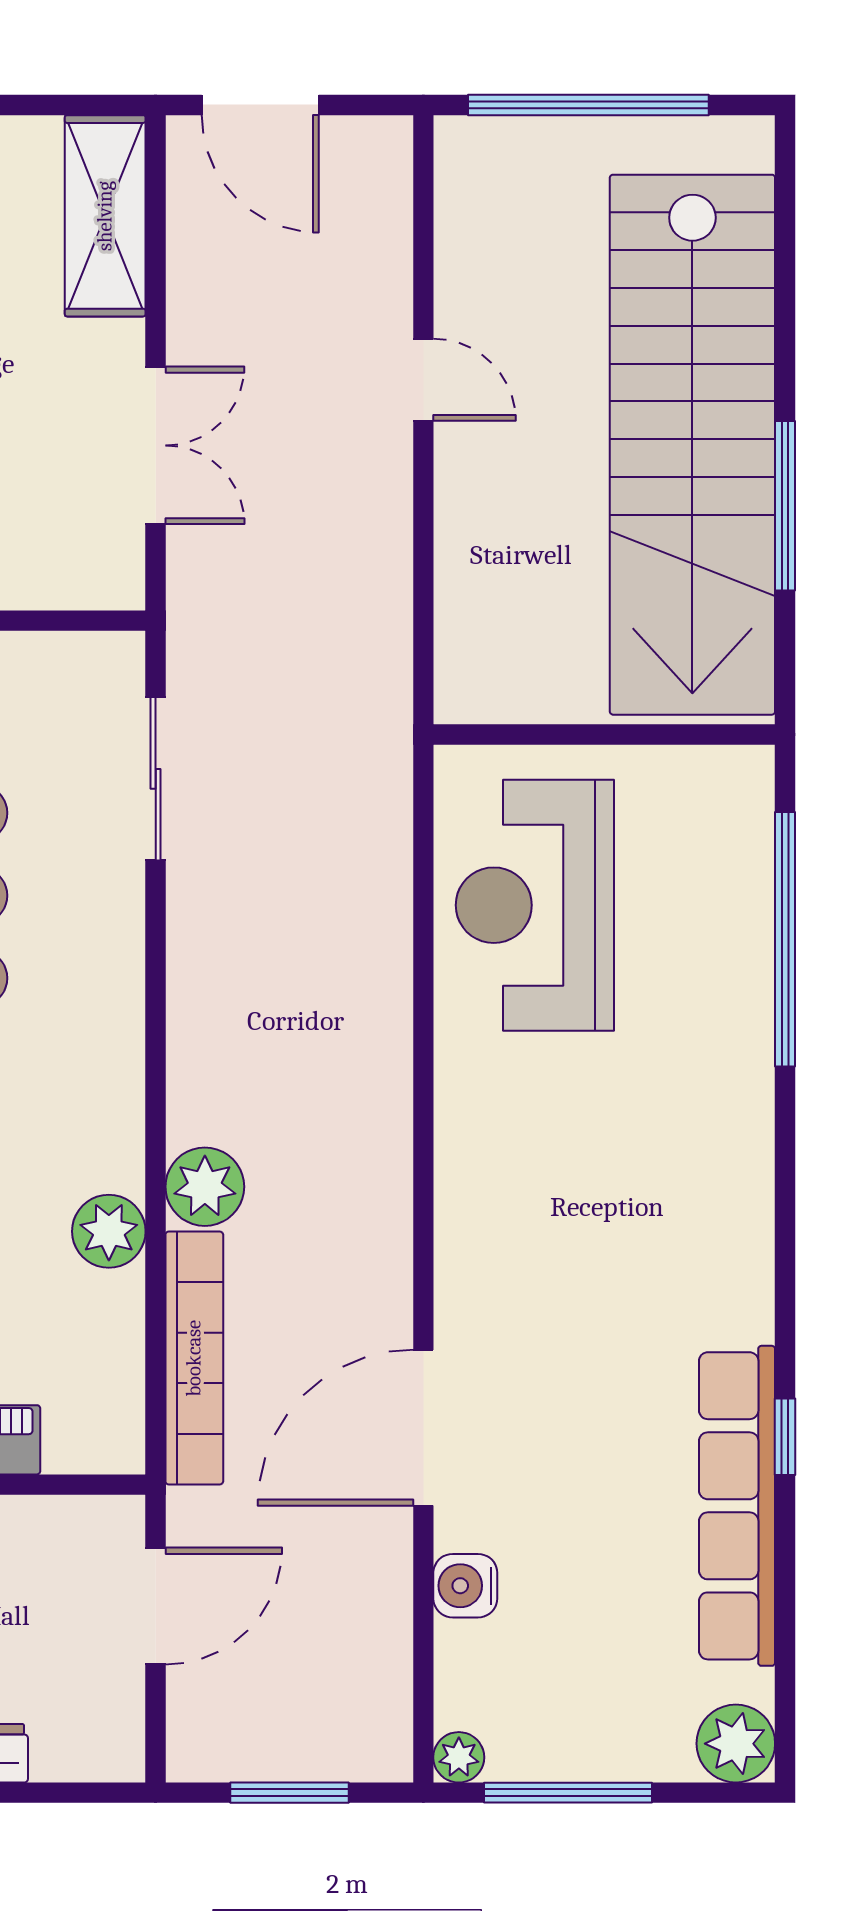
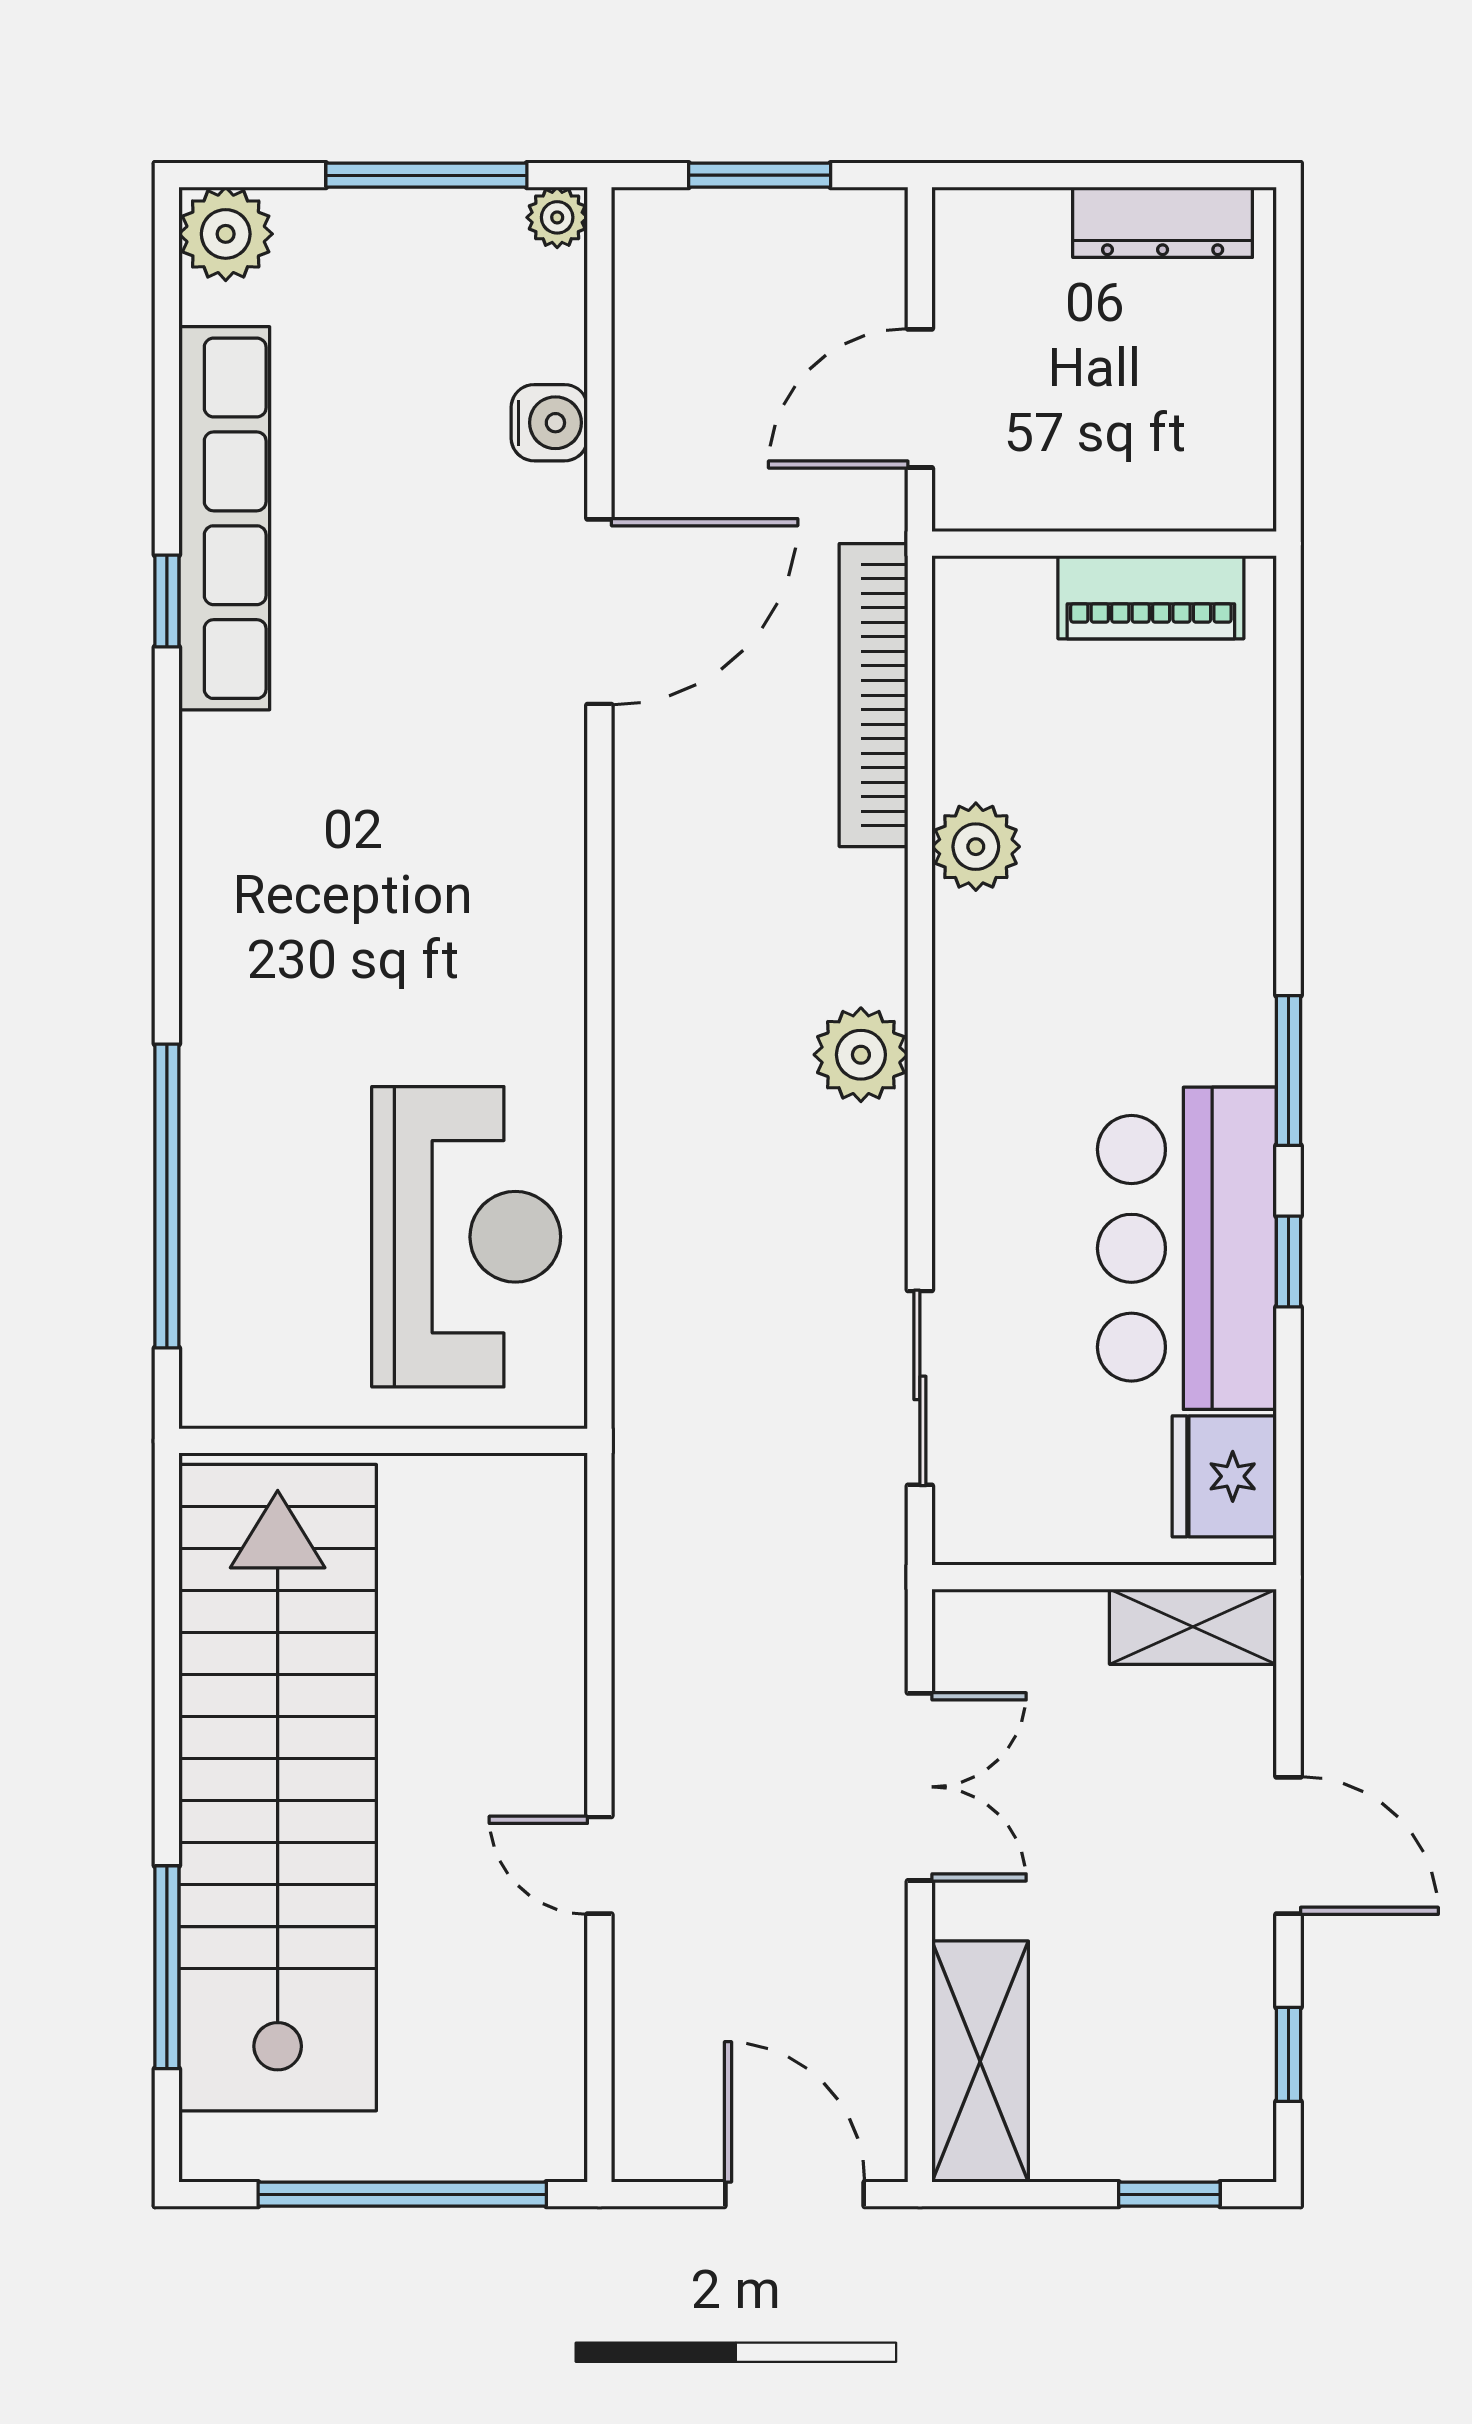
double door: (156, 445) -> (920, 1787), swing flipped
window: (785, 506) -> (167, 1967), moved
plant: (205, 1187) -> (861, 1055), moved

